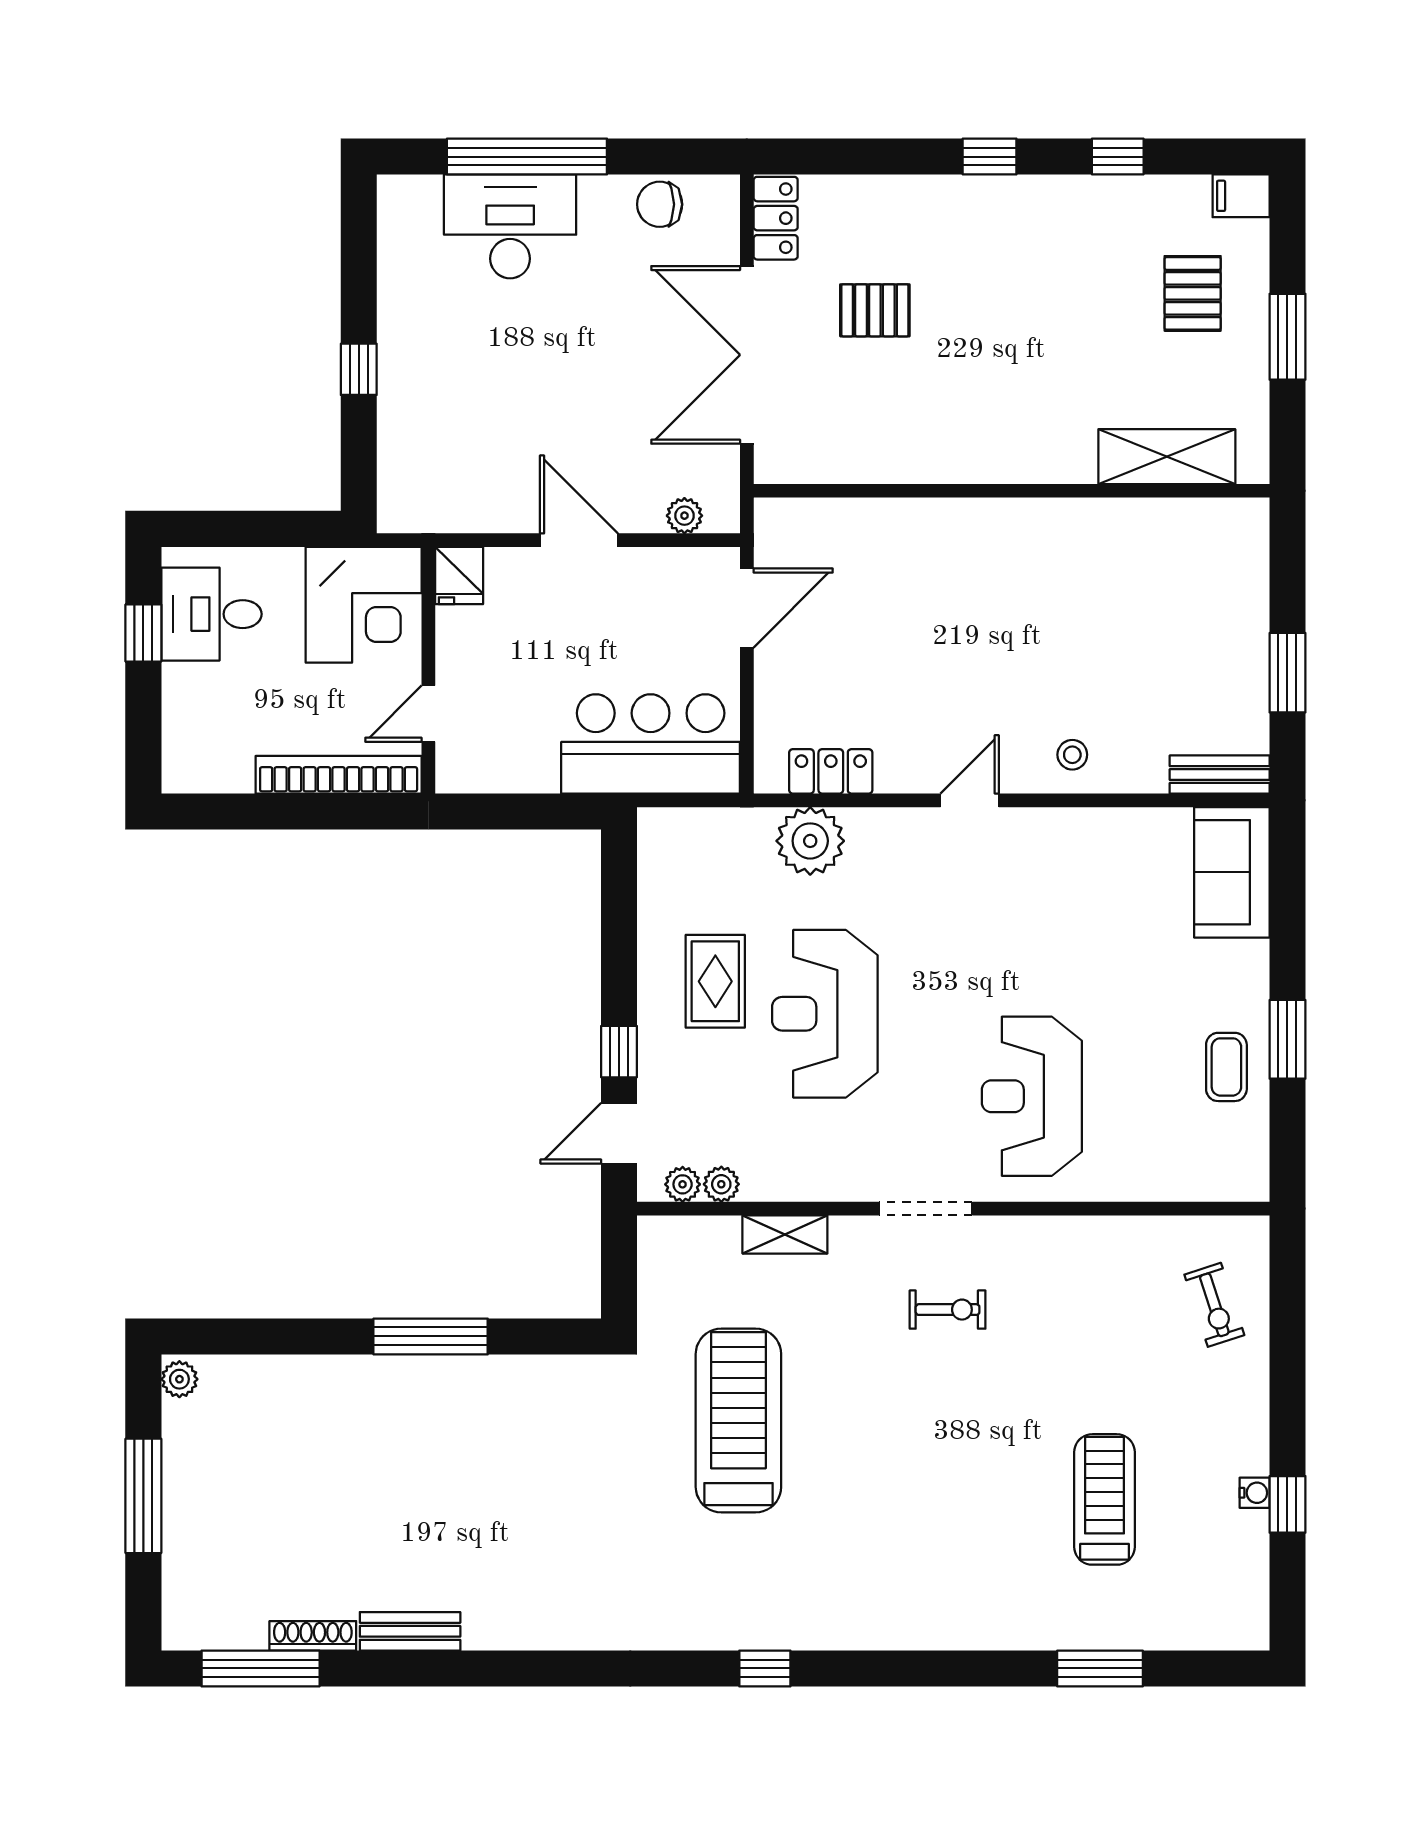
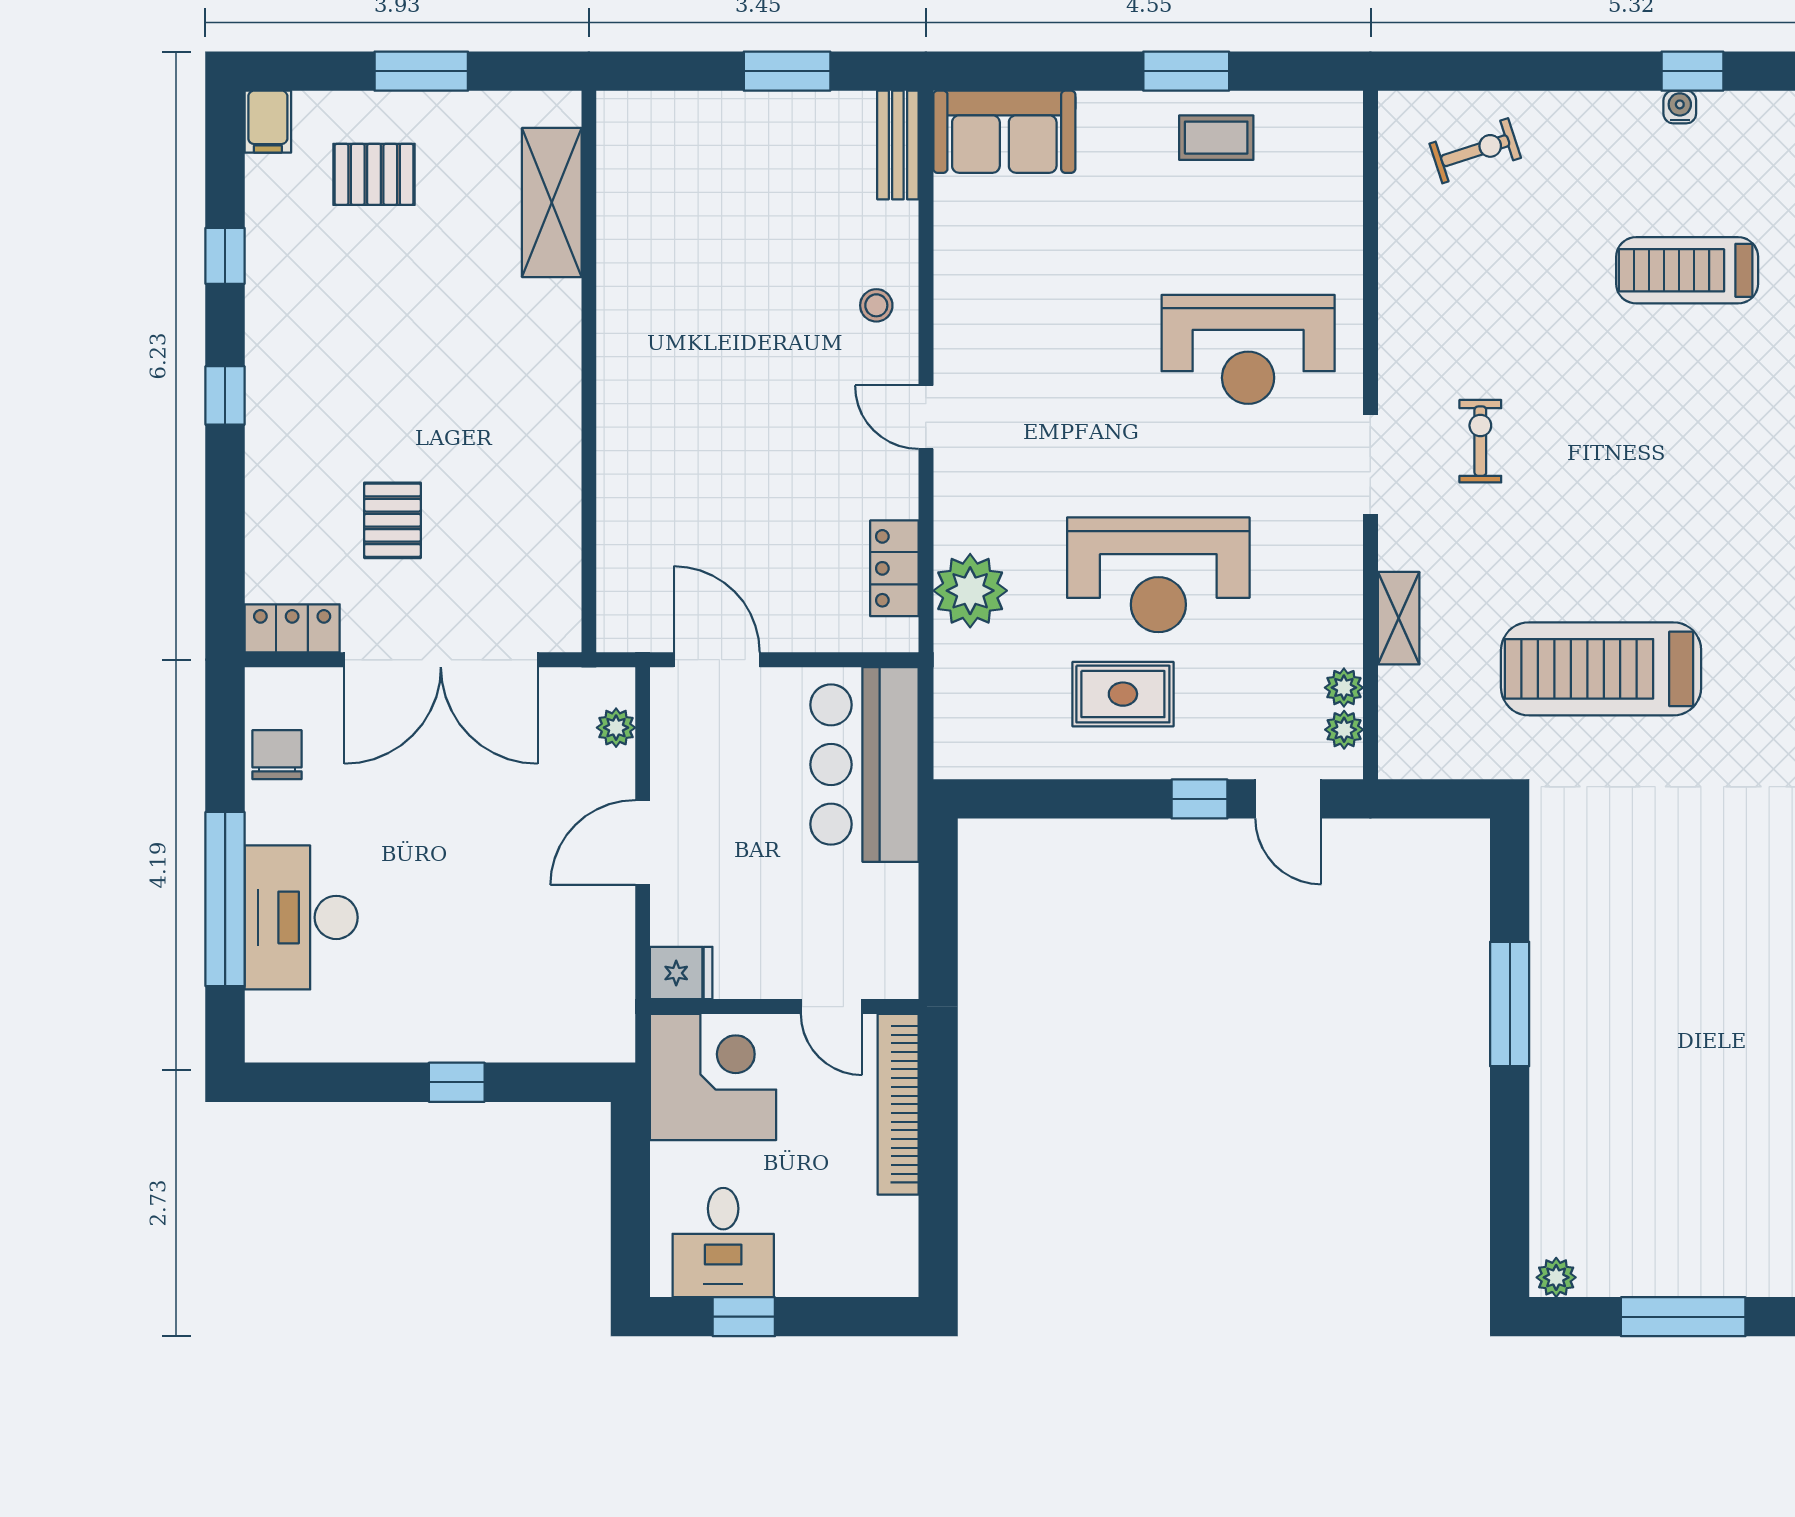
chair: (660, 204) -> (277, 755), turned 180

